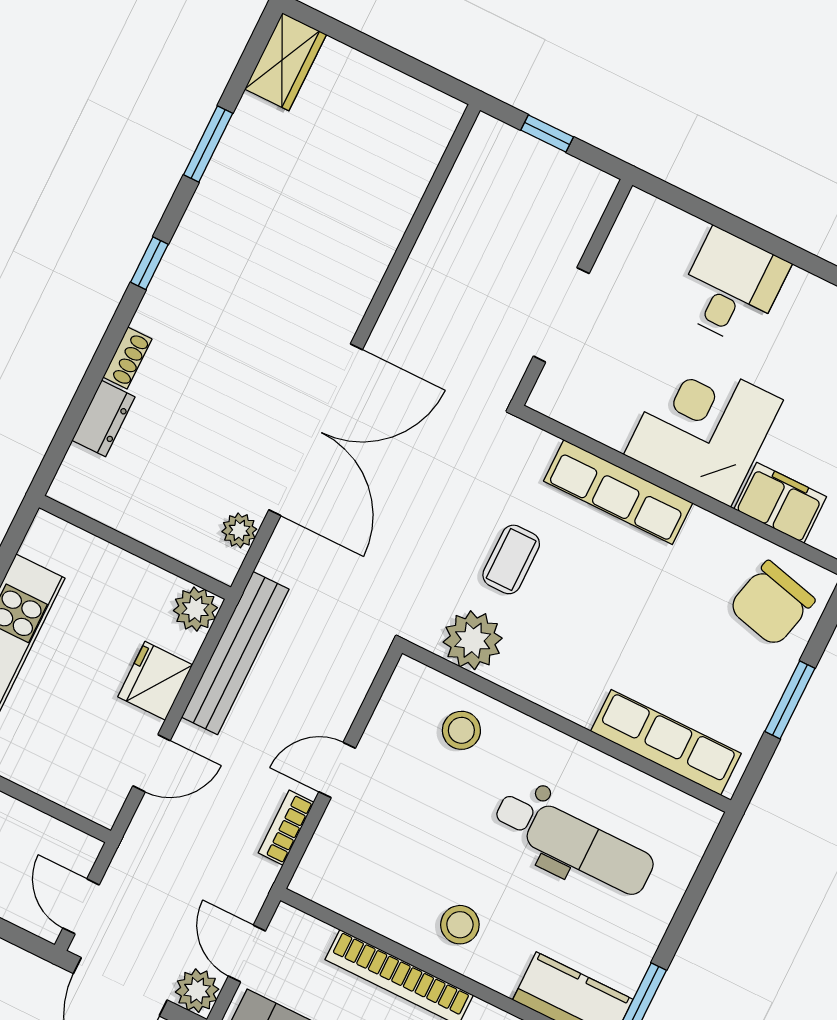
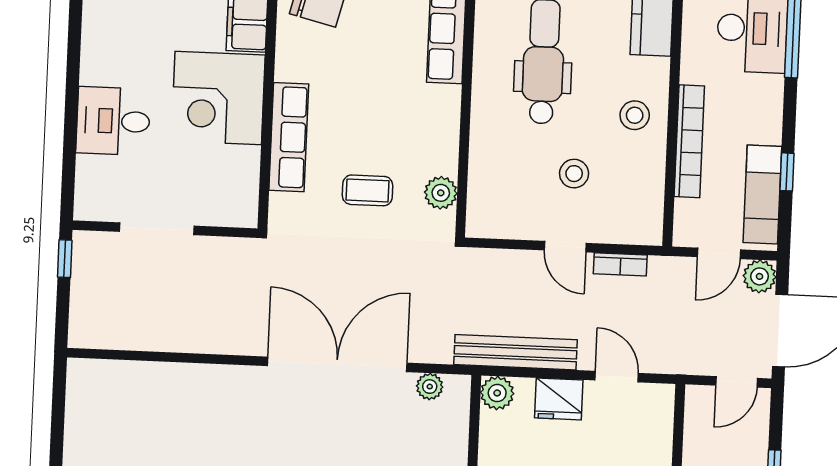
window: (547, 133) -> (65, 259), moved
doorway: (561, 315) -> (157, 229), moved
plant: (473, 640) -> (441, 193), width x0.73, depth x0.73
stool: (461, 730) -> (574, 174), moved

